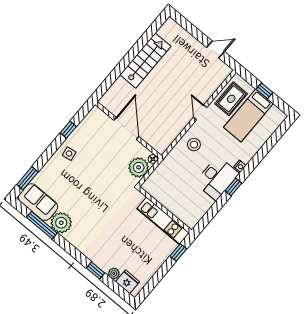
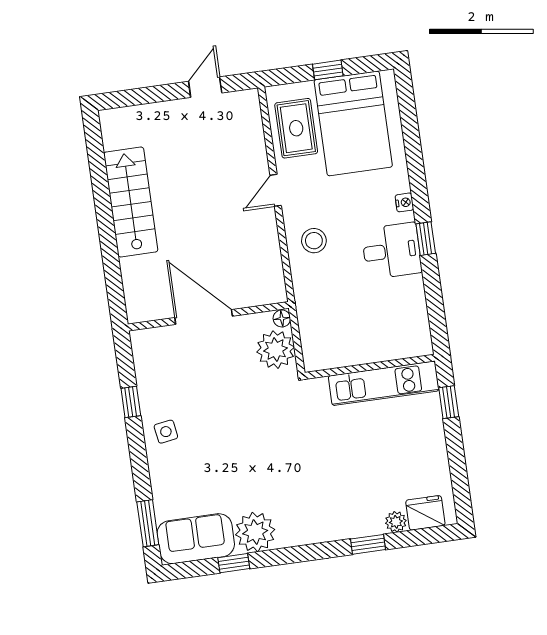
door: (200, 112) -> (276, 190), hinge flipped
bed: (248, 115) -> (353, 123), width x1.50
desk: (217, 178) -> (392, 251), width x0.73
window: (42, 225) -> (234, 563), width x0.46

